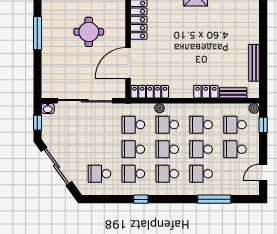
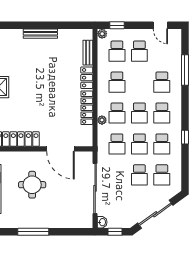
bench: (254, 63) -> (40, 34), moved
locker: (150, 92) -> (87, 108), moved
school desk: (201, 149) -> (139, 175), moved

